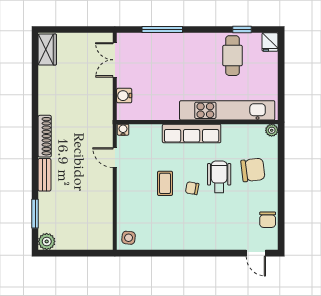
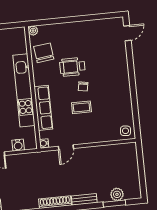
kitchen unit: (227, 110) -> (24, 90), moved
row of seats: (192, 133) -> (43, 108), moved
chair: (253, 170) -> (44, 53), moved
chair: (268, 220) -> (101, 27), removed
plant: (47, 241) -> (117, 194), moved

